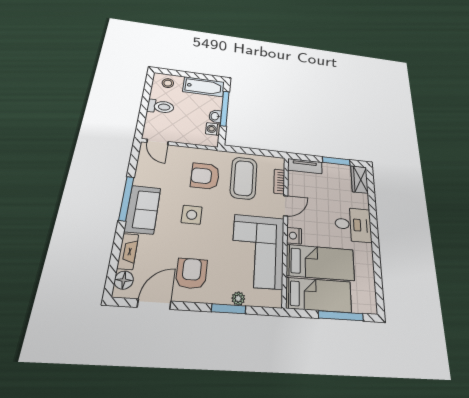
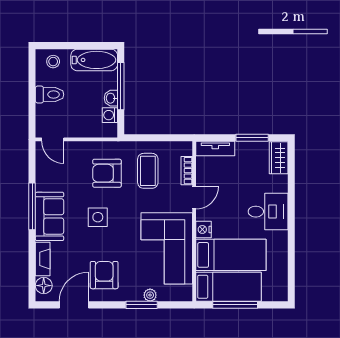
coffee table: (244, 178) -> (148, 171), width x0.73, depth x0.76
window: (341, 316) -> (235, 305), moved

